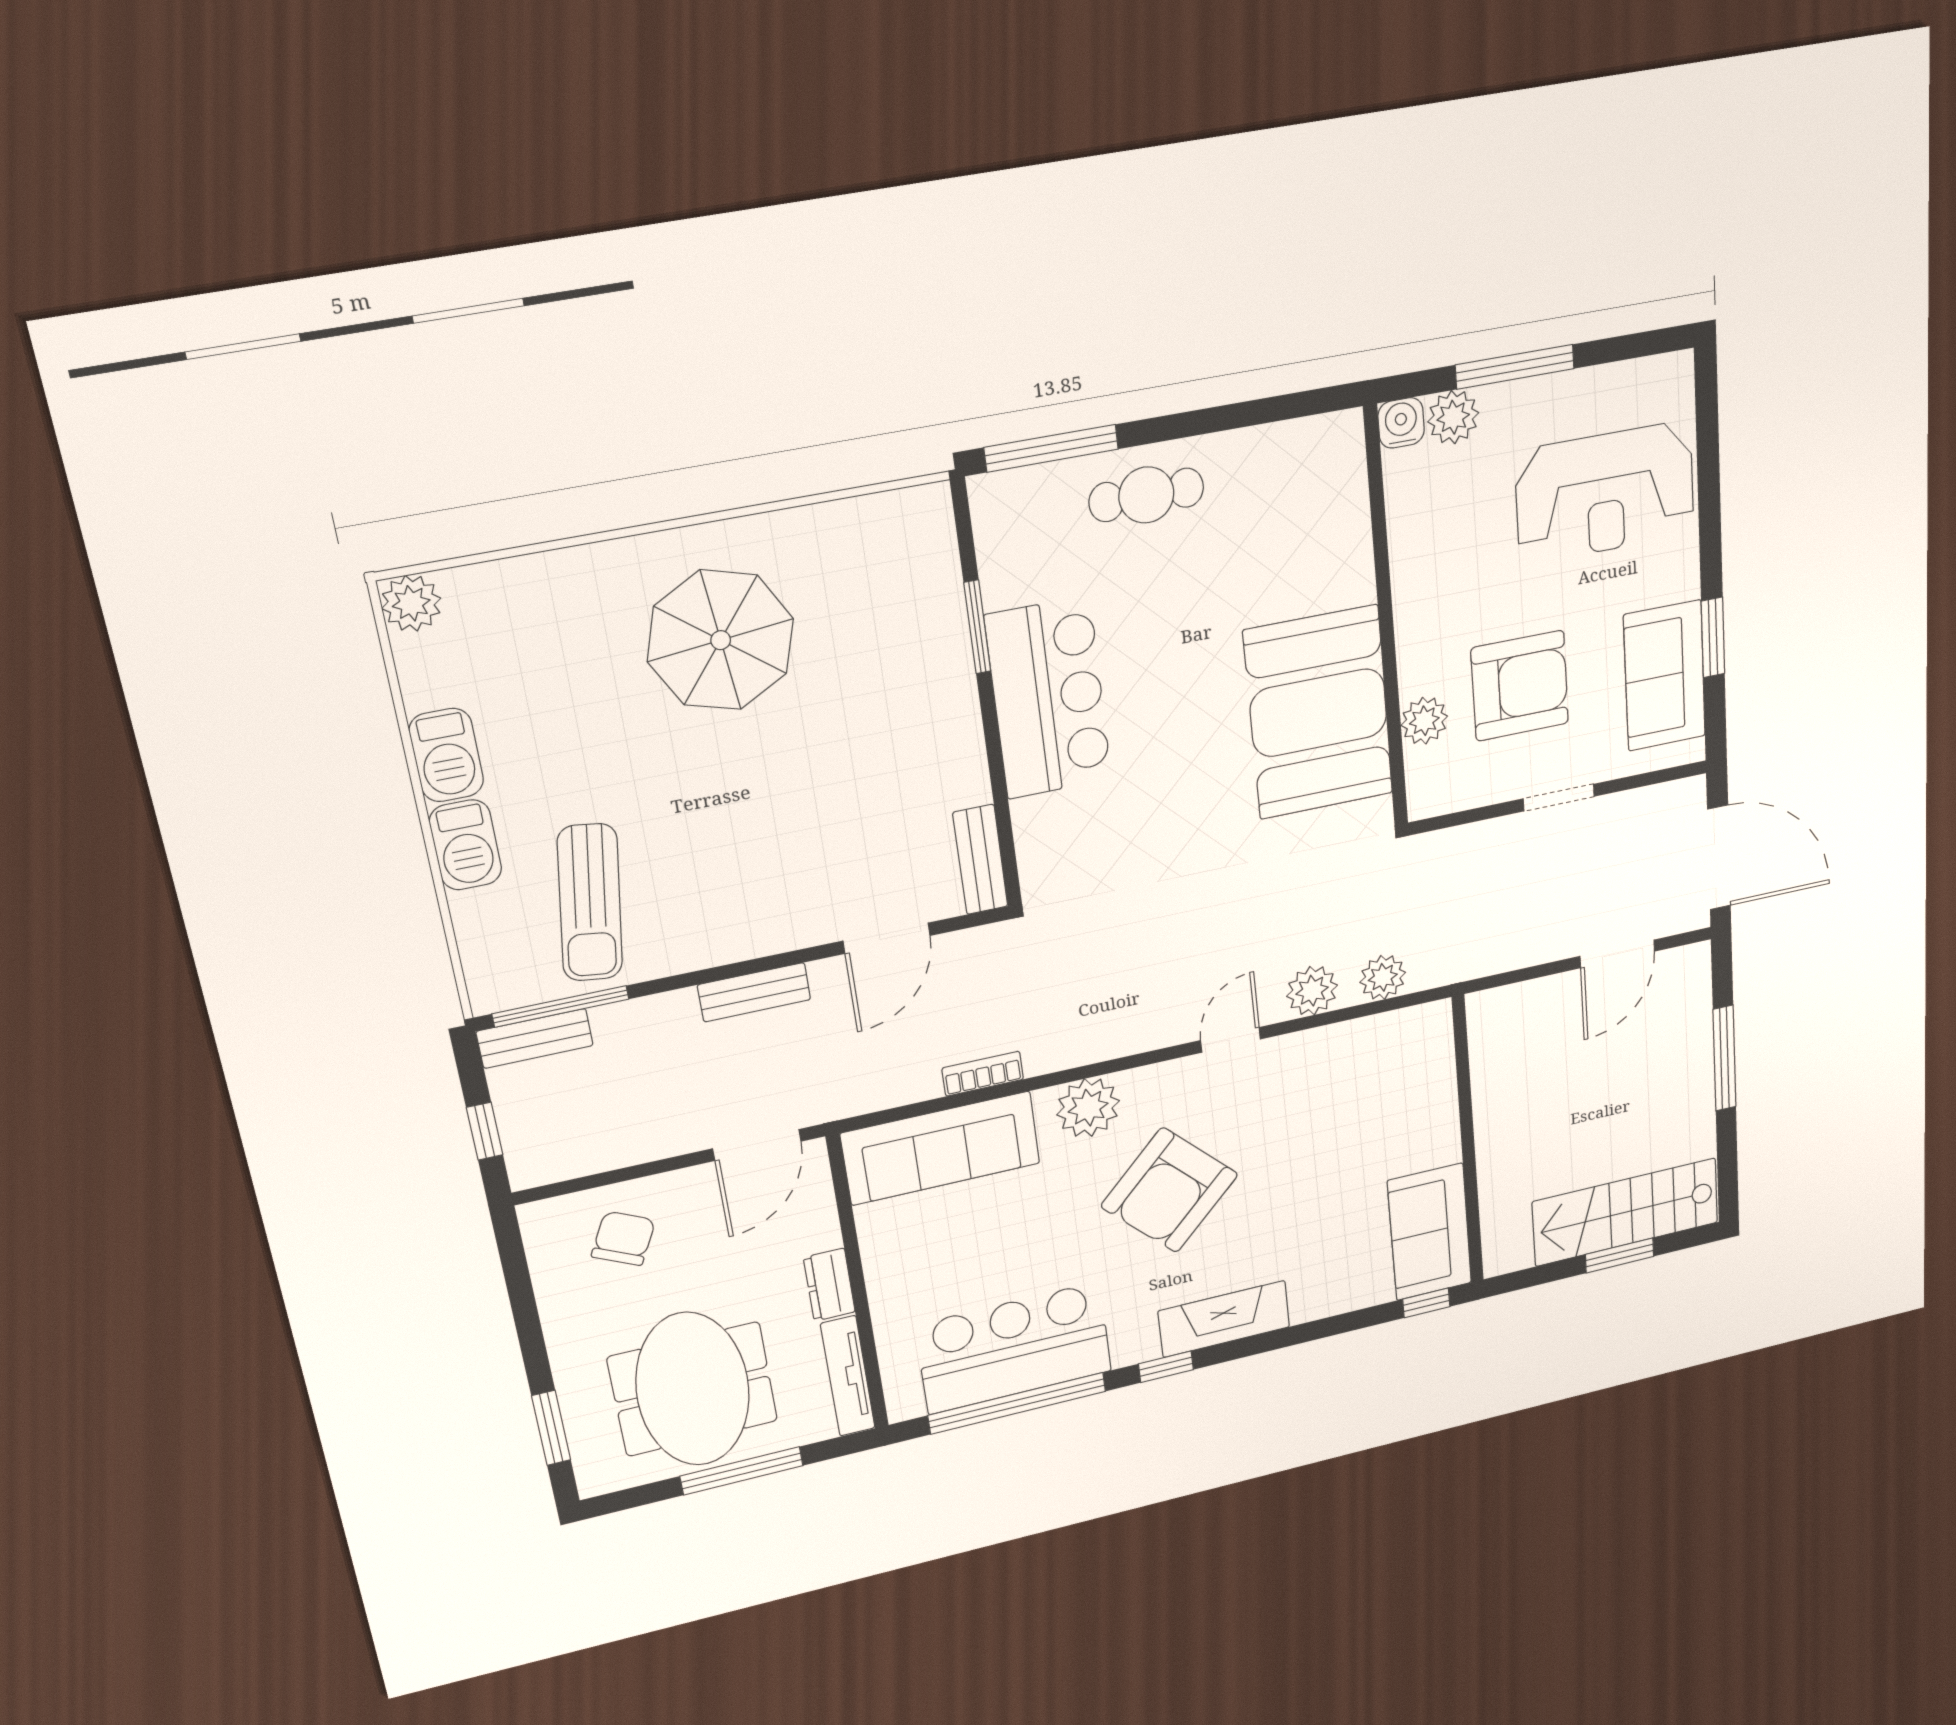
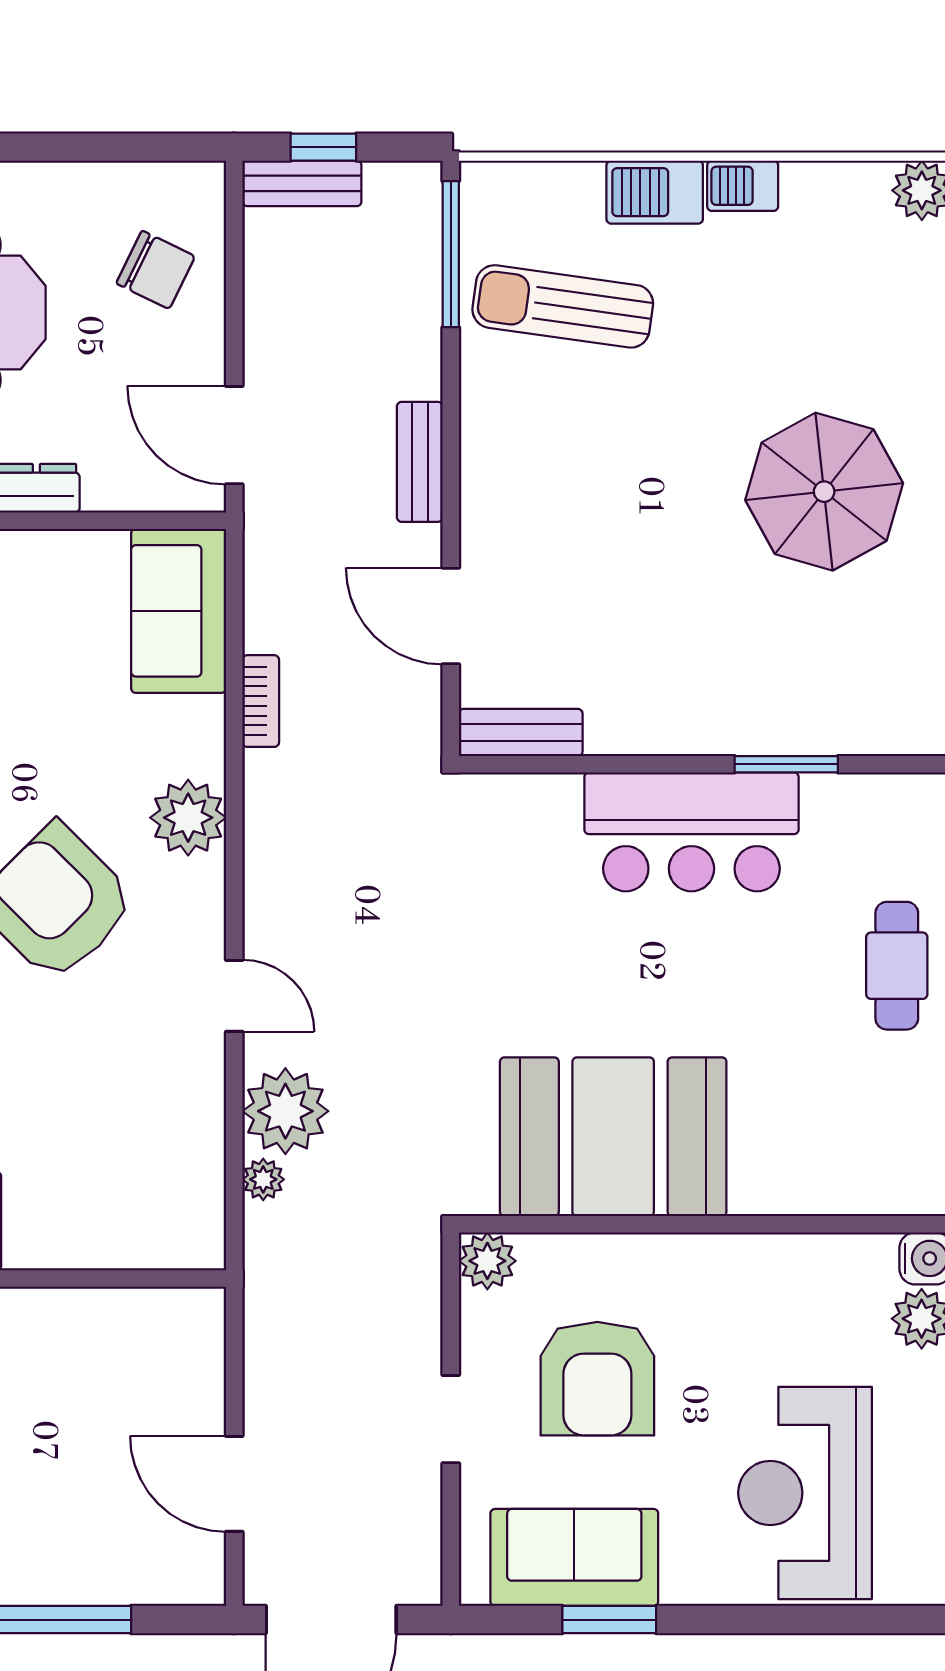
plant: (1424, 721) -> (487, 1261), moved
barbecue: (446, 755) -> (743, 186), width x0.73, depth x0.79
plant: (1383, 977) -> (263, 1179), width x0.73, depth x0.73
plant: (1312, 991) -> (285, 1111), width x1.36, depth x1.36
bench: (535, 1038) -> (302, 183), moved, turned 90
sofa: (941, 1148) -> (179, 611), width x0.73

